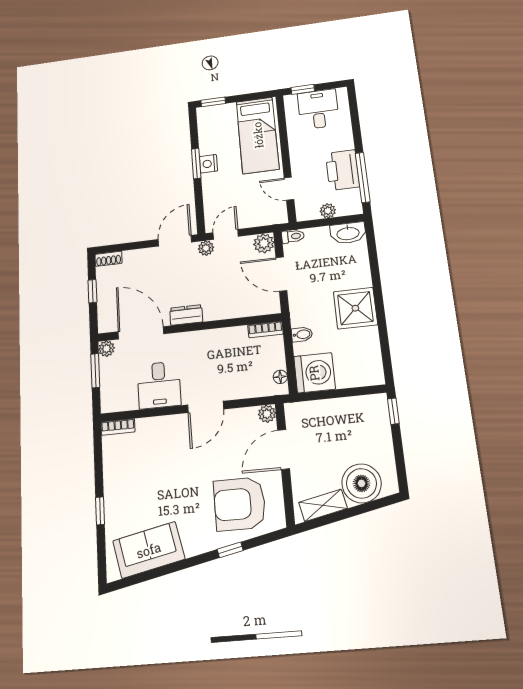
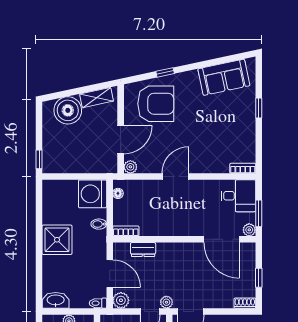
dresser: (186, 315) -> (143, 250), moved
desk: (159, 385) -> (238, 196), moved, turned 90

